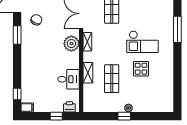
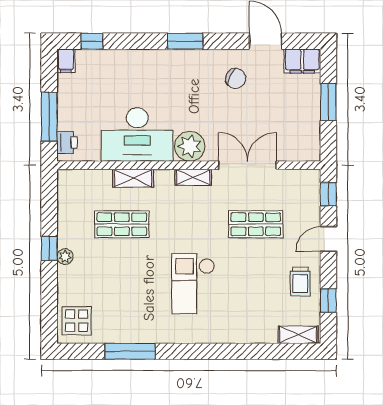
window: (177, 29) -> (130, 351), moved
window: (17, 35) -> (185, 41), moved
display table: (141, 69) -> (77, 321), moved
desk: (69, 79) -> (137, 134), width x1.87, depth x1.30
window: (56, 116) -> (49, 117), width x2.17

